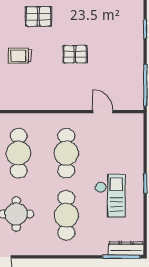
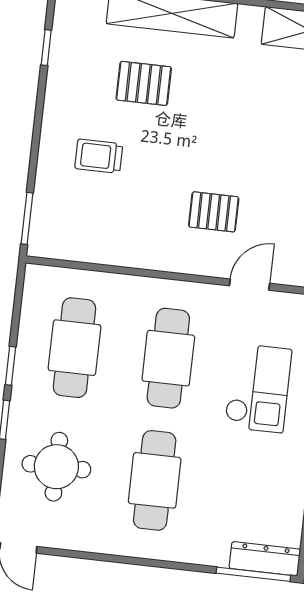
pallet: (75, 54) -> (214, 212), moved
door: (103, 112) -> (249, 285), hinge flipped
checkout: (110, 196) -> (258, 388), moved

